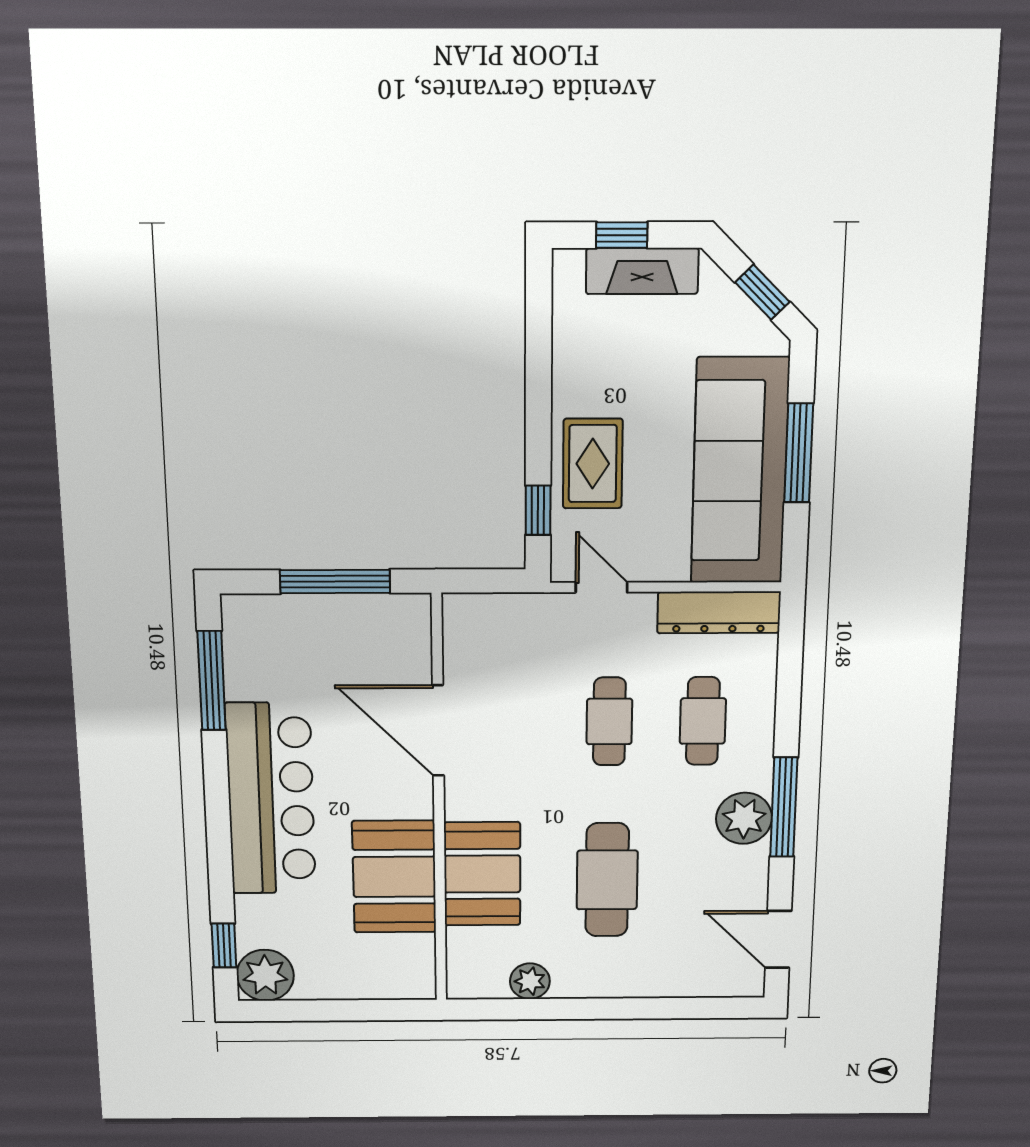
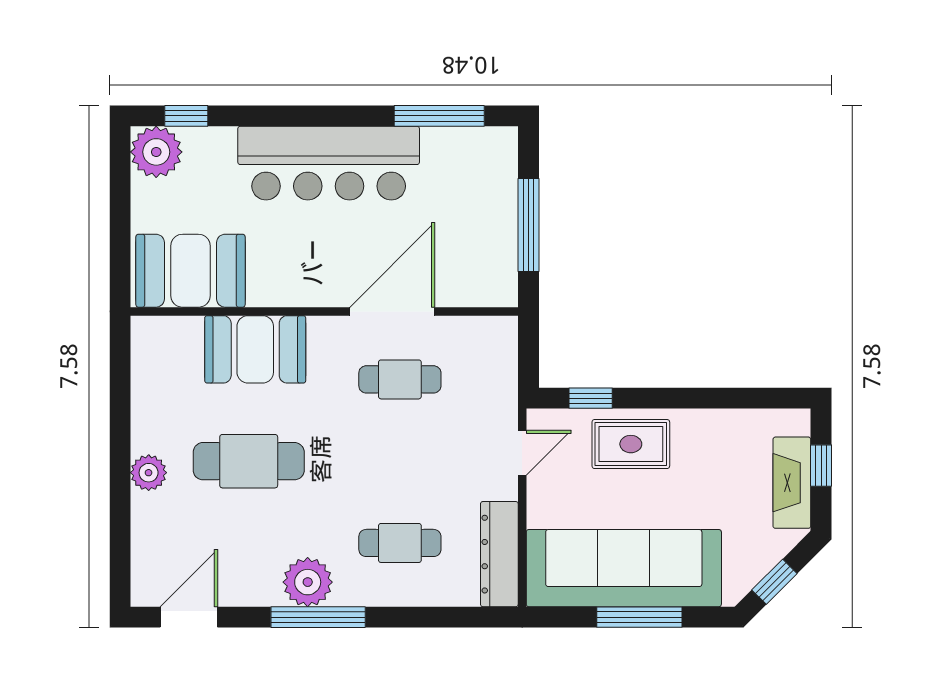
cafe table: (609, 721) -> (400, 379), moved
booth: (394, 877) -> (190, 271), moved
plant: (530, 981) -> (149, 473), moved

